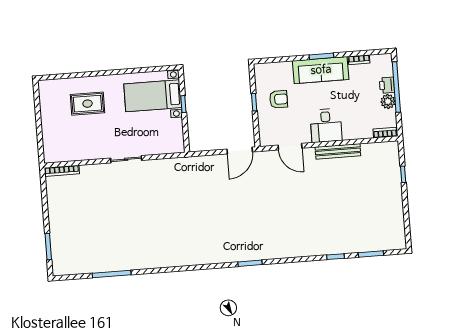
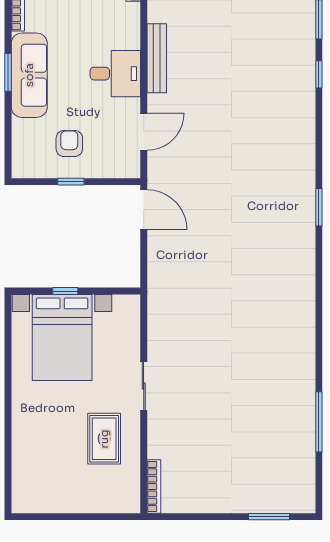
bed with nightstands: (153, 96) -> (62, 337), width x1.36
rug: (88, 104) -> (104, 439), moved

